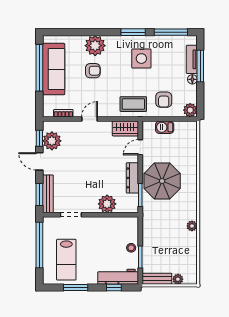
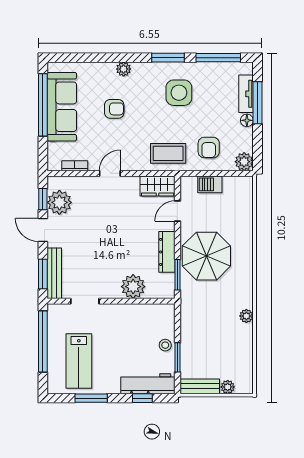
plant: (95, 46) -> (124, 69), width x0.53, depth x0.53

